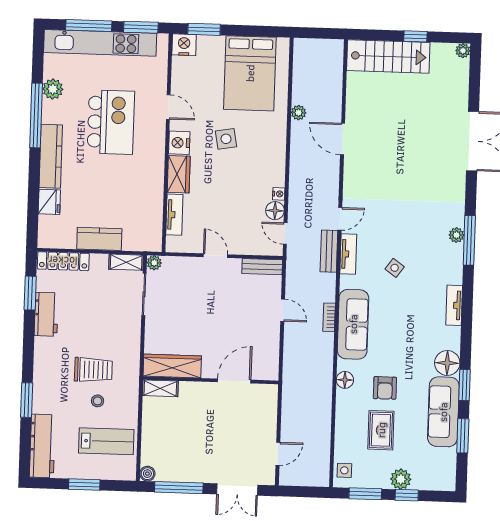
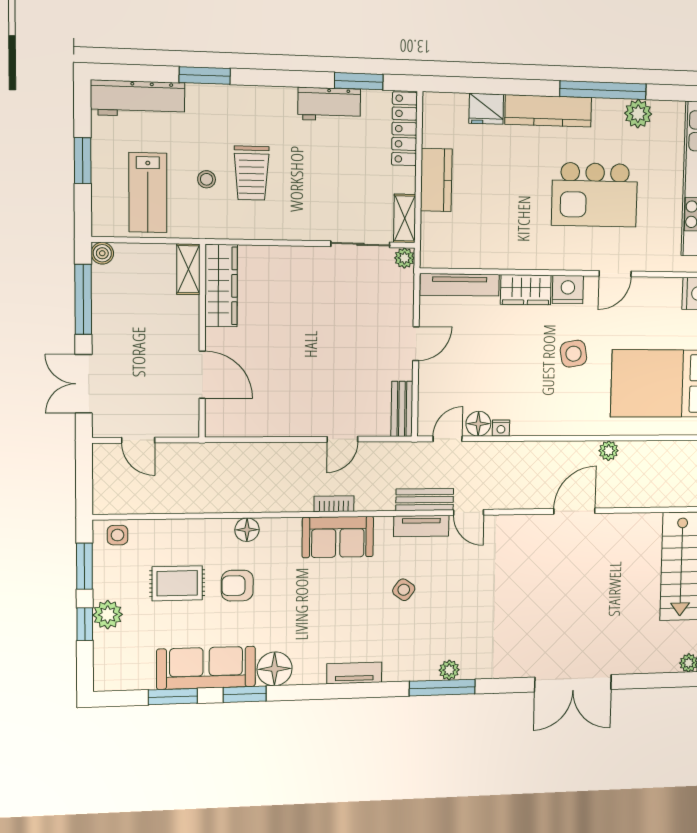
tv unit: (174, 215) -> (460, 285), width x1.41
sofa: (353, 324) -> (338, 537), width x0.73
wardrobe: (172, 366) -> (221, 286), moved
wall: (211, 380) -> (202, 341), moved
door: (234, 381) -> (202, 375), moved
shelving: (160, 388) -> (188, 269), moved

